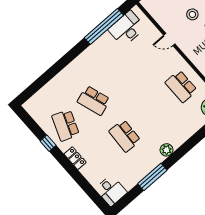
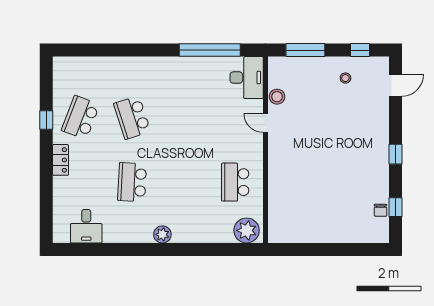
stool: (192, 14) -> (277, 97), moved
desk: (127, 29) -> (247, 78), moved, turned 90
window: (152, 177) -> (123, 249), removed
desk: (111, 191) -> (86, 226), moved

